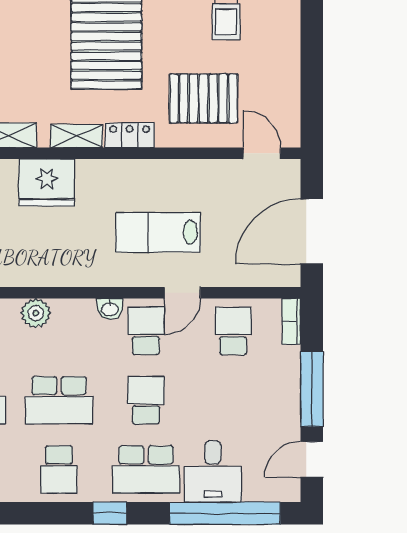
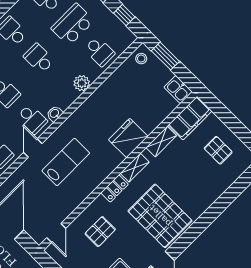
pallet: (203, 98) -> (100, 232), width x0.67, depth x0.71
door: (262, 153) -> (56, 233), hinge flipped
school desk: (59, 400) -> (39, 58), width x0.54

